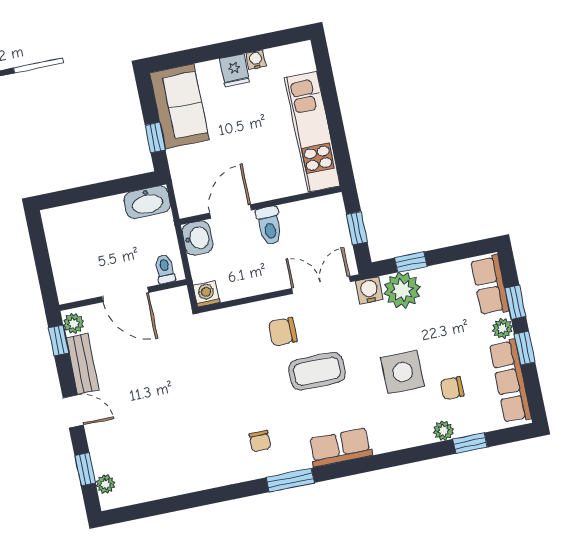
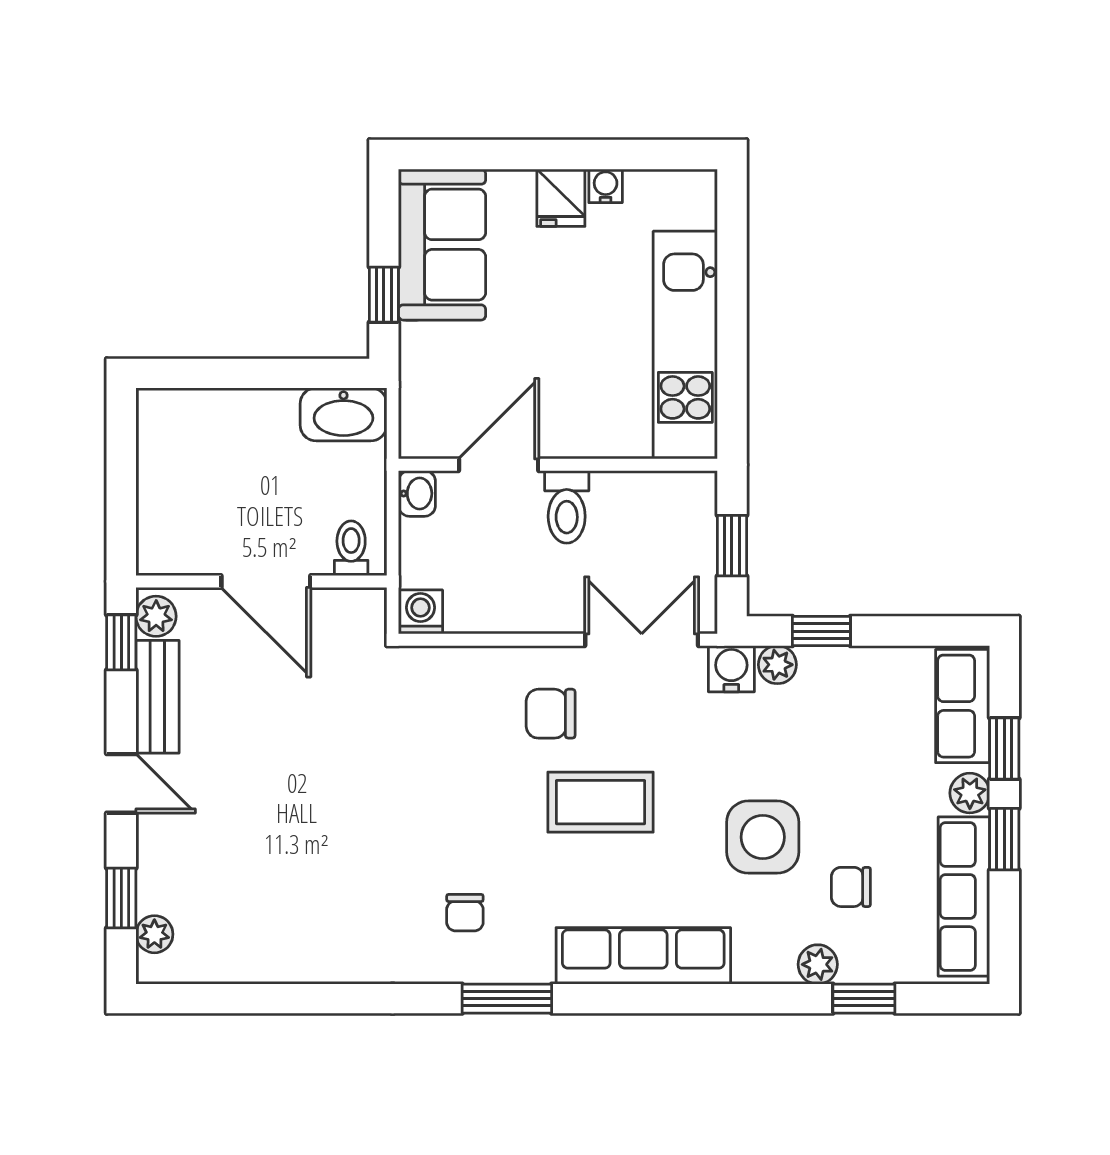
washbasin: (198, 238) -> (417, 493), width x0.72, depth x0.69
plant: (402, 290) -> (777, 665), width x0.53, depth x0.53
row of seats: (340, 447) -> (643, 956), width x1.48

